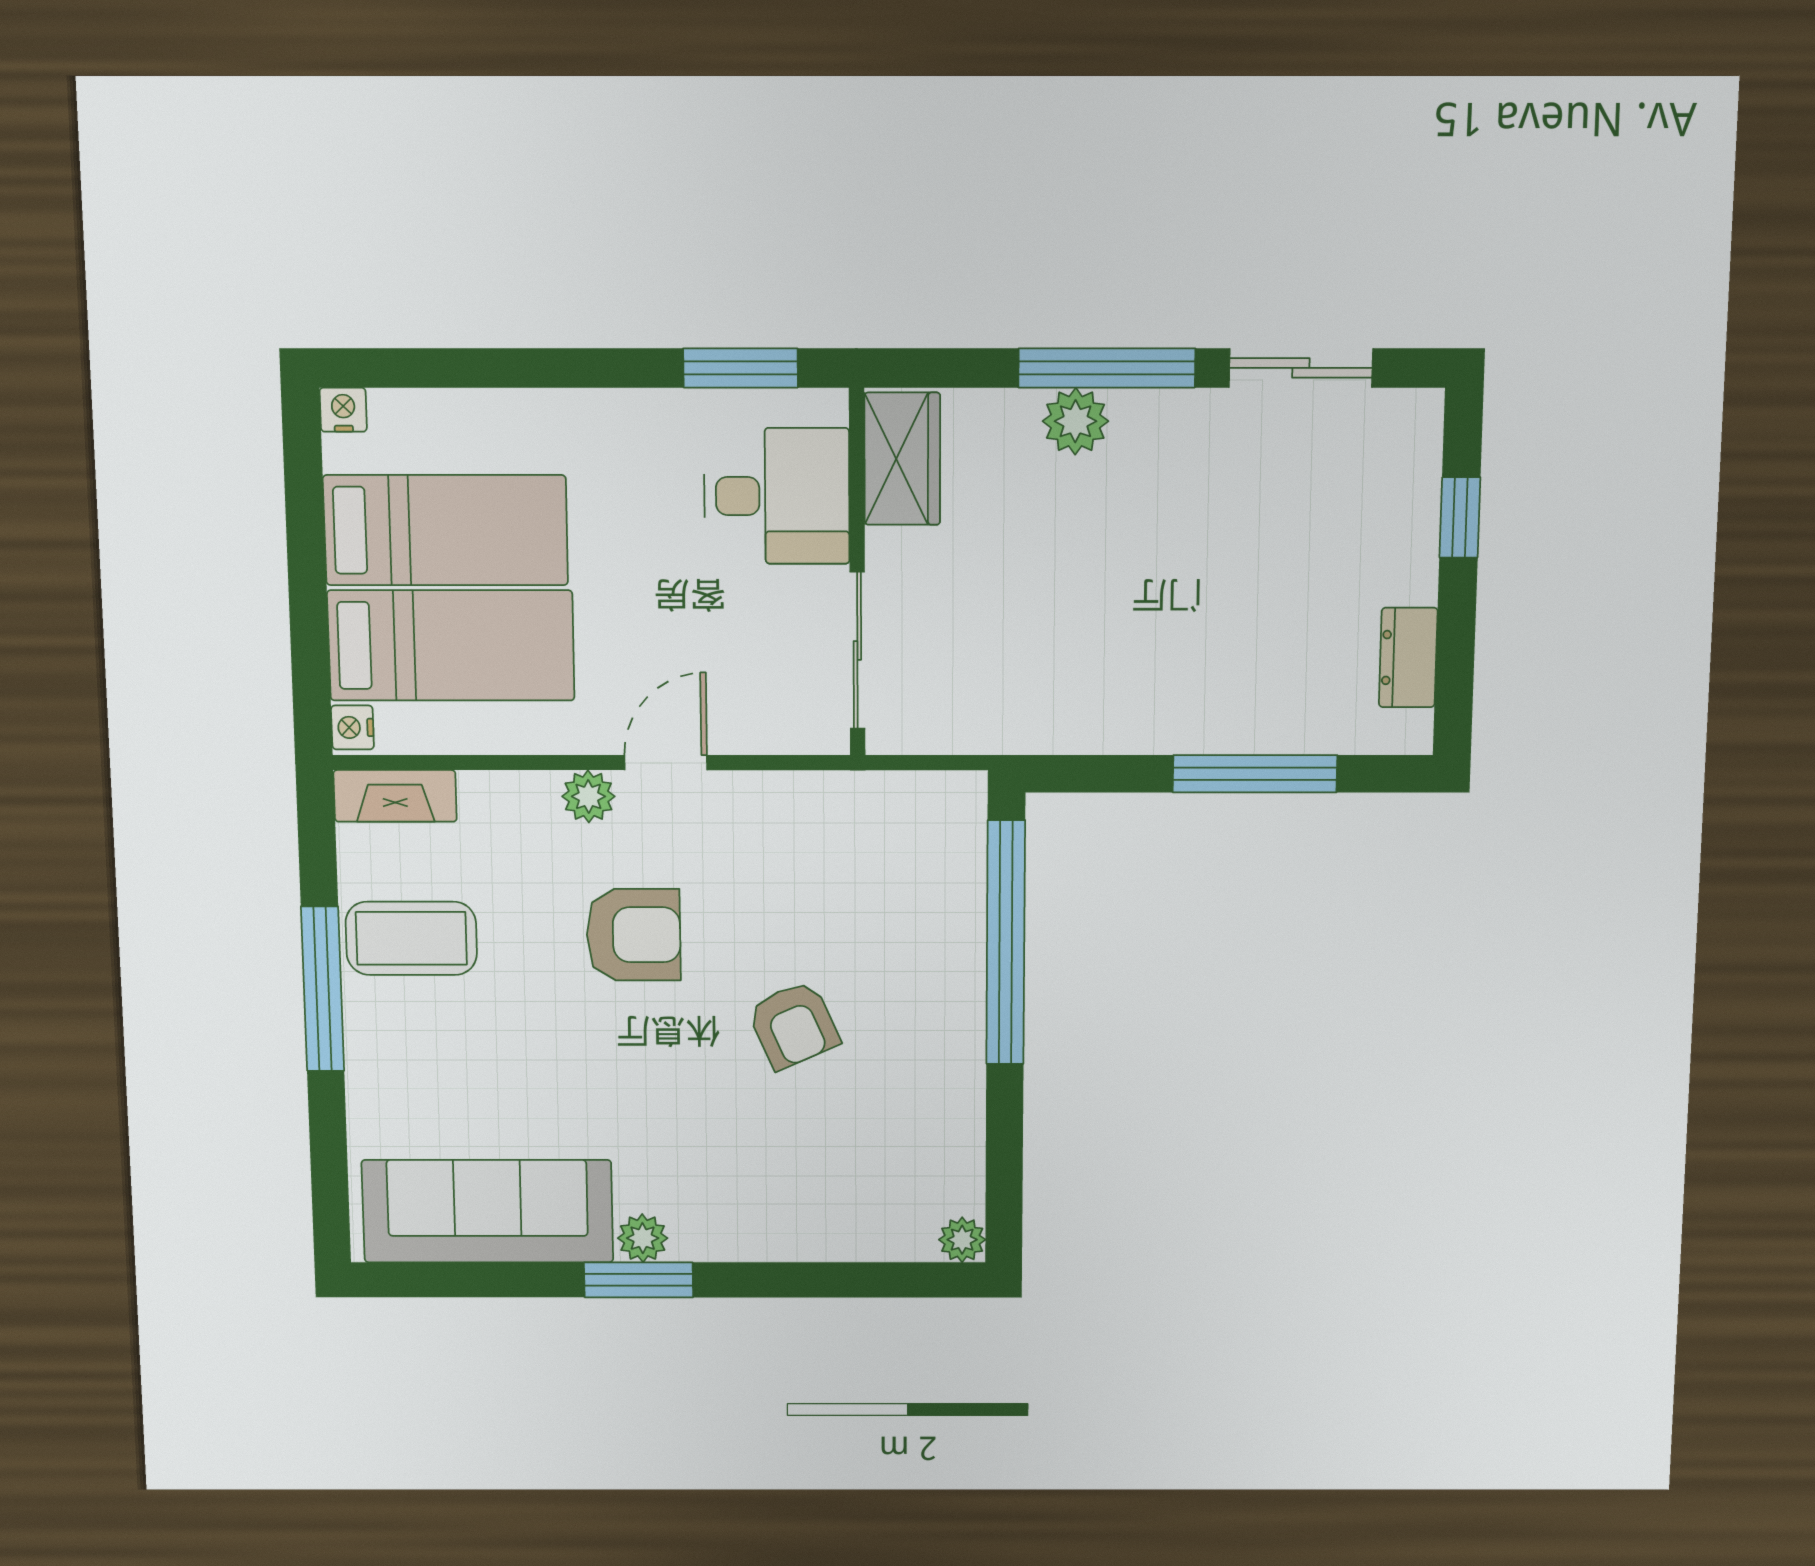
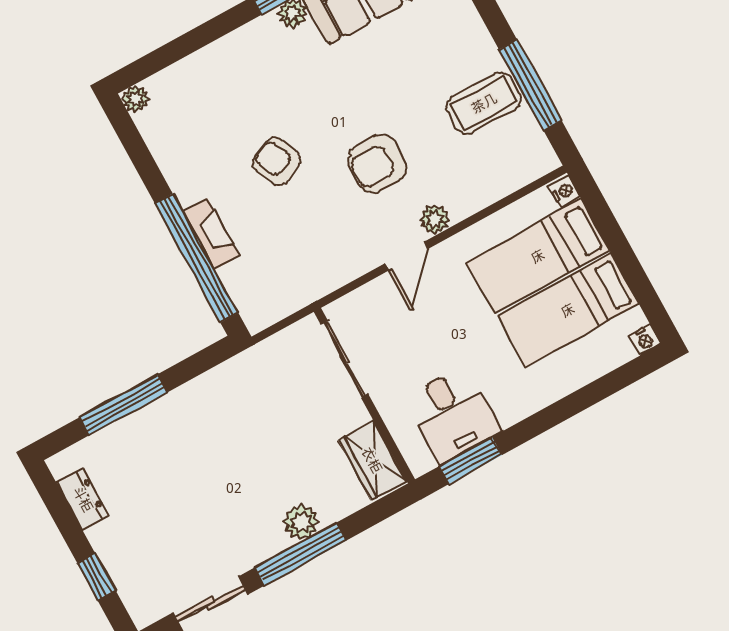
desk: (777, 496) -> (452, 415), moved, turned -90
fireplace: (395, 796) -> (211, 234), moved, turned 90
window: (323, 989) -> (530, 85), moved

